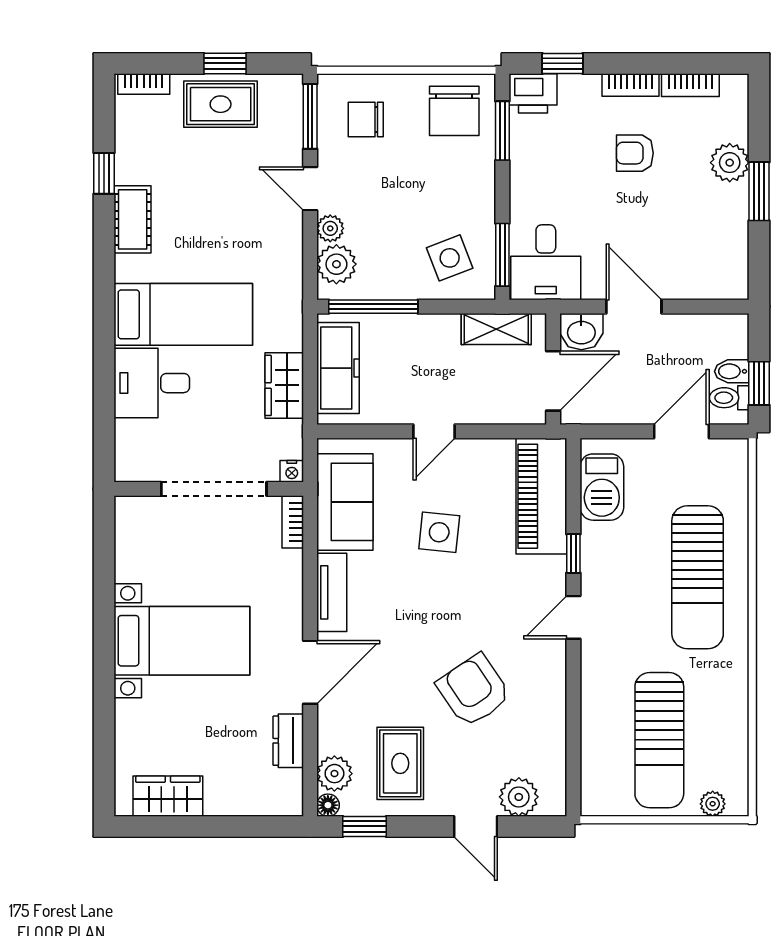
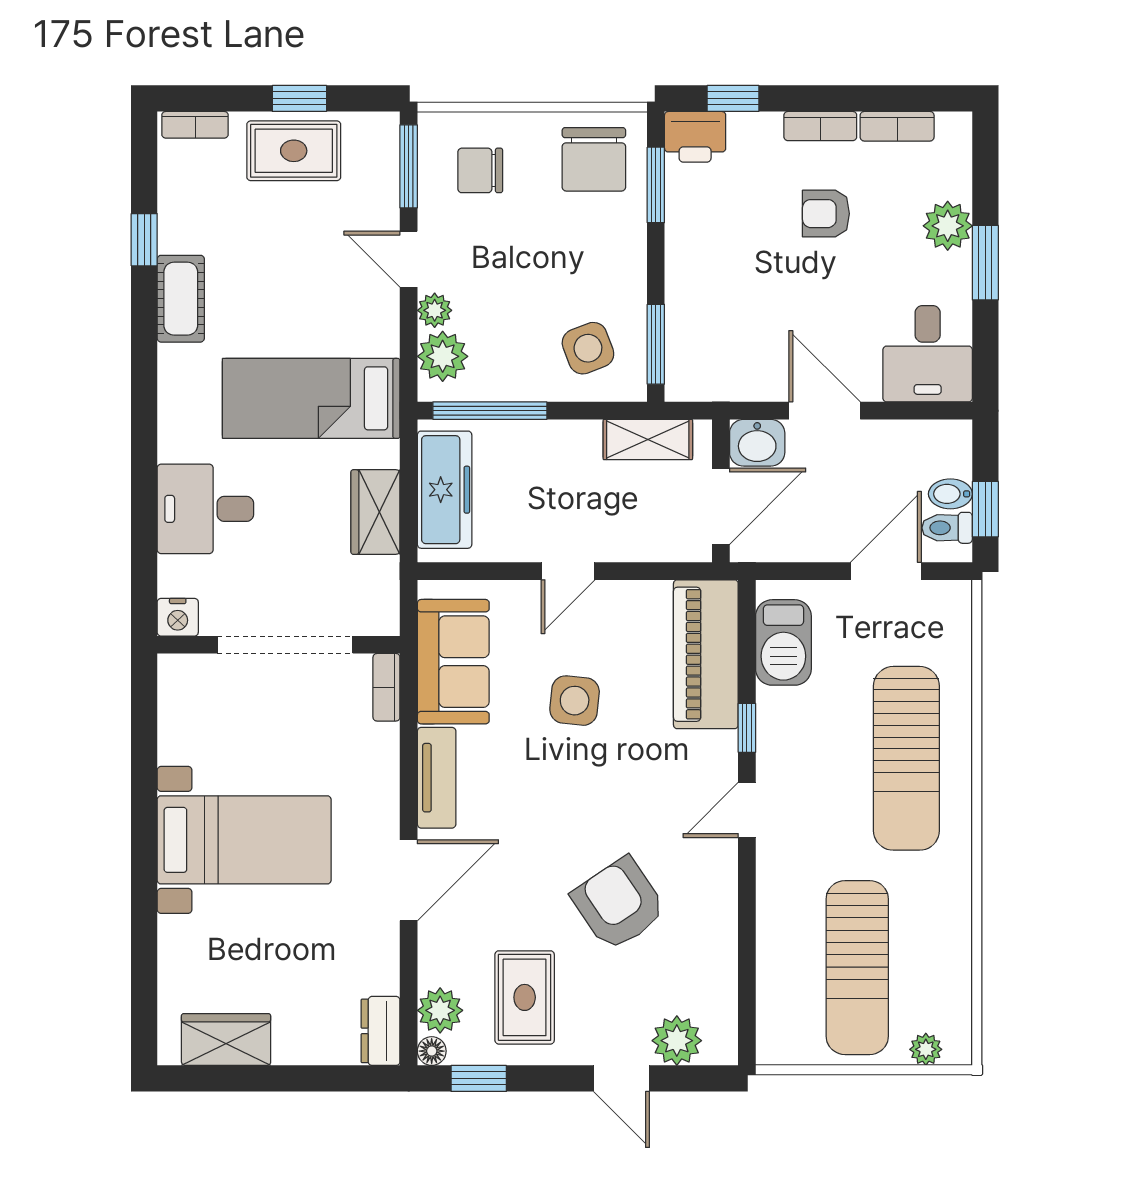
desk: (546, 262) -> (928, 354), moved
bed: (183, 314) -> (311, 398), moved, turned 180
nightstand: (292, 471) -> (178, 617), moved, width x1.39, depth x1.35
dresser: (288, 741) -> (381, 1031), moved

